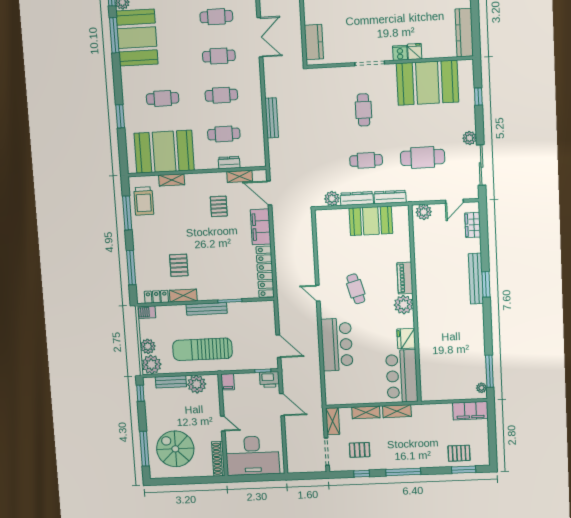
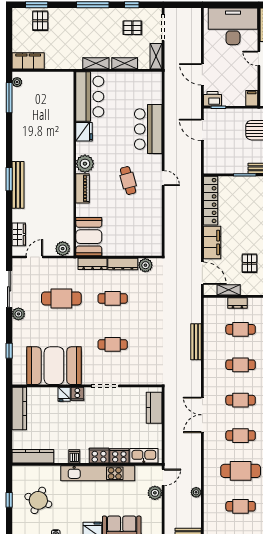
cafe table: (363, 110) -> (113, 344), turned 90
booth: (371, 221) -> (89, 237), moved, turned 90
pallet: (459, 453) -> (40, 21), turned 90

